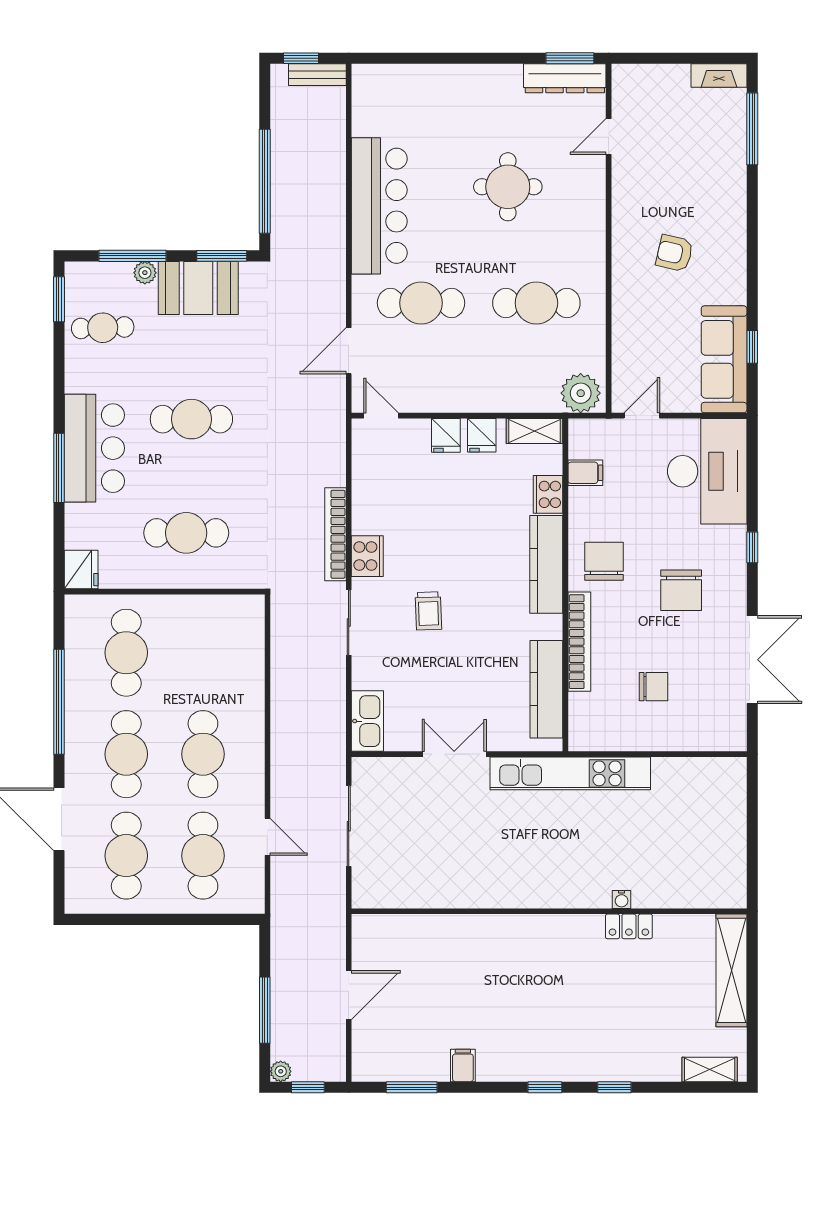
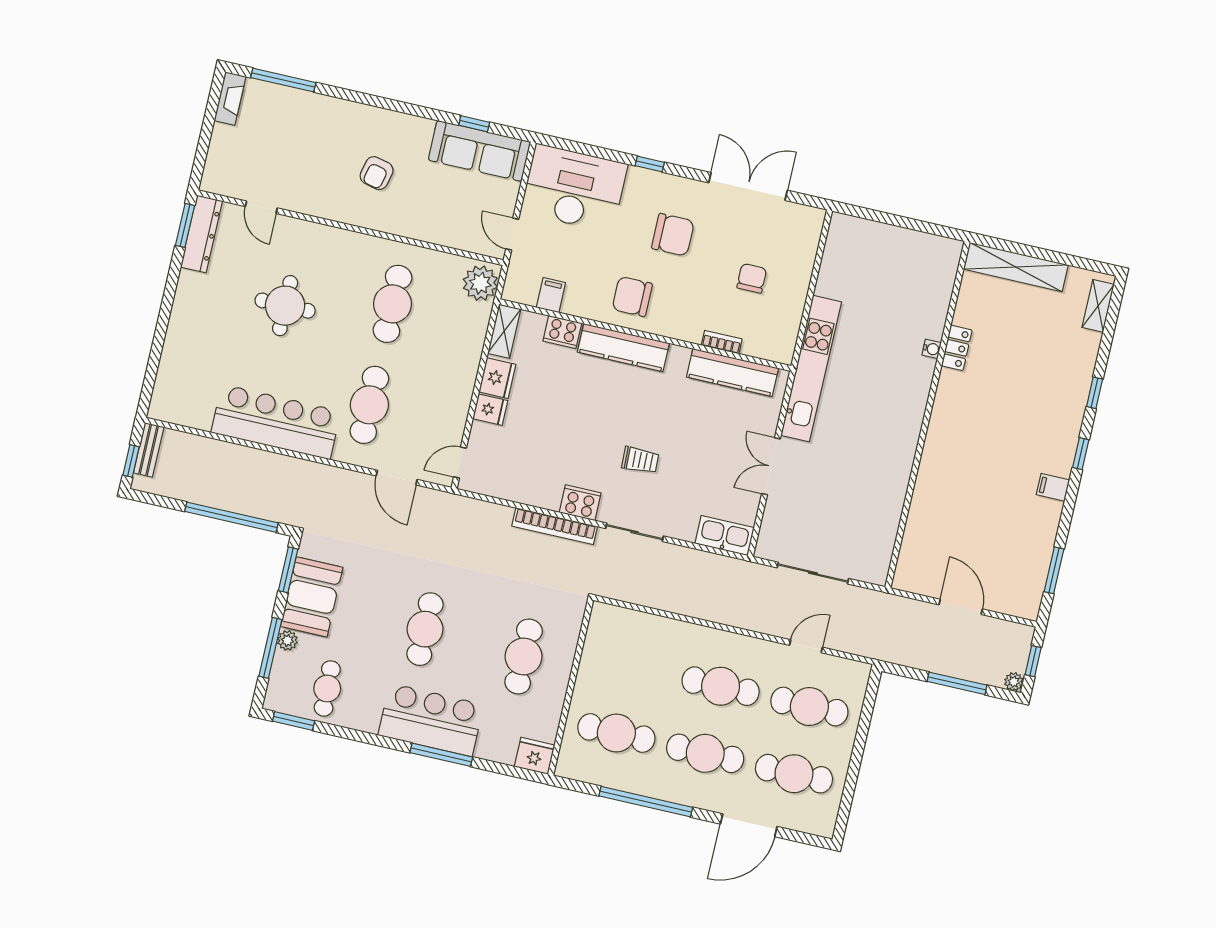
fridge: (482, 435) -> (497, 378), width x1.38
bookcase: (579, 642) -> (722, 342), width x0.43, depth x0.76
filing cabinet: (463, 1066) -> (1053, 487), moved

